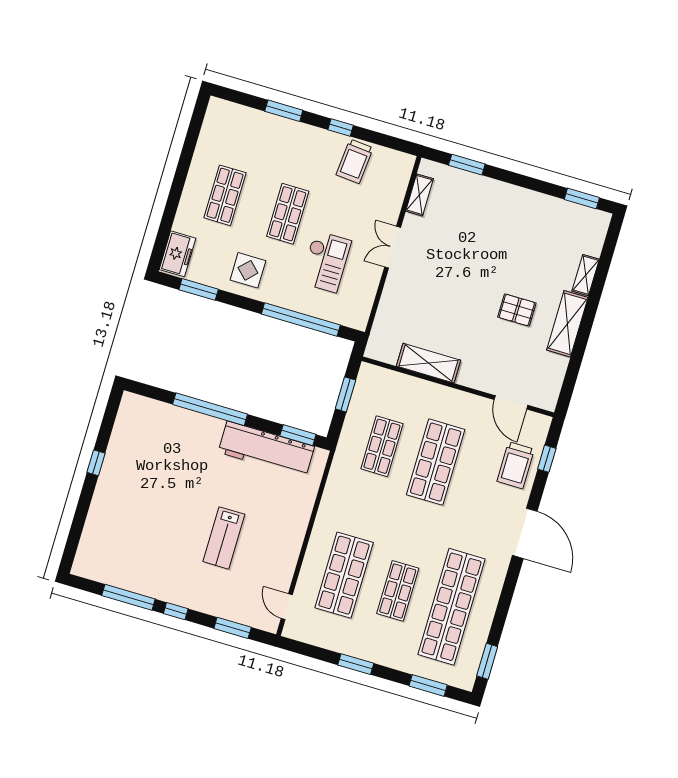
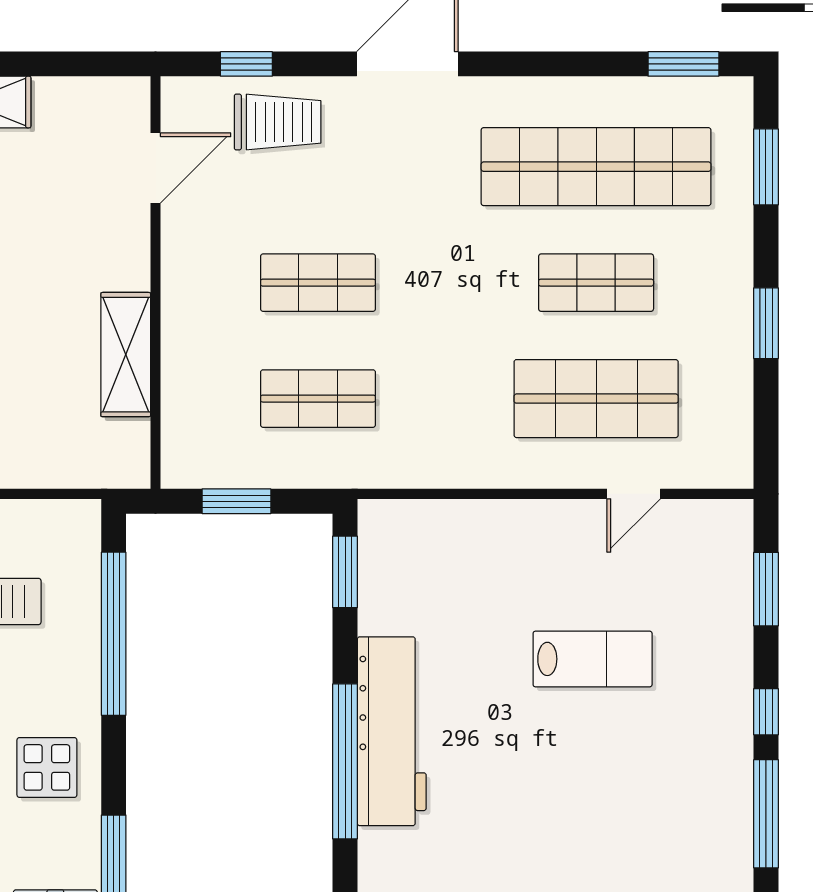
workbench: (266, 449) -> (392, 731), moved
shop shelf: (436, 462) -> (318, 283), width x0.70, depth x0.74
door: (287, 607) -> (634, 494), moved

